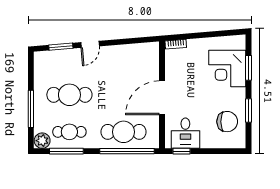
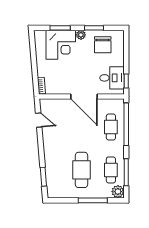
door: (90, 44) -> (39, 120), moved
plant: (240, 94) -> (81, 35), added
chair: (227, 122) -> (103, 45), turned 180
cafe table: (124, 132) -> (111, 127), width x0.73, depth x0.74

